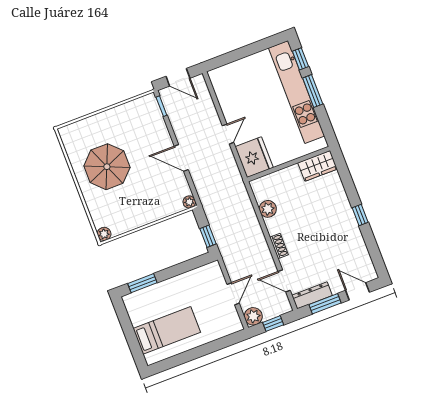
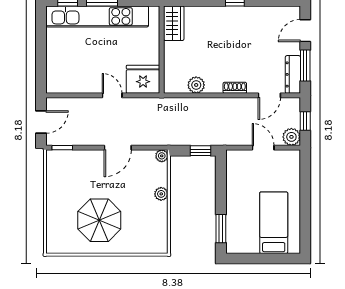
plant: (104, 234) -> (161, 194), moved

